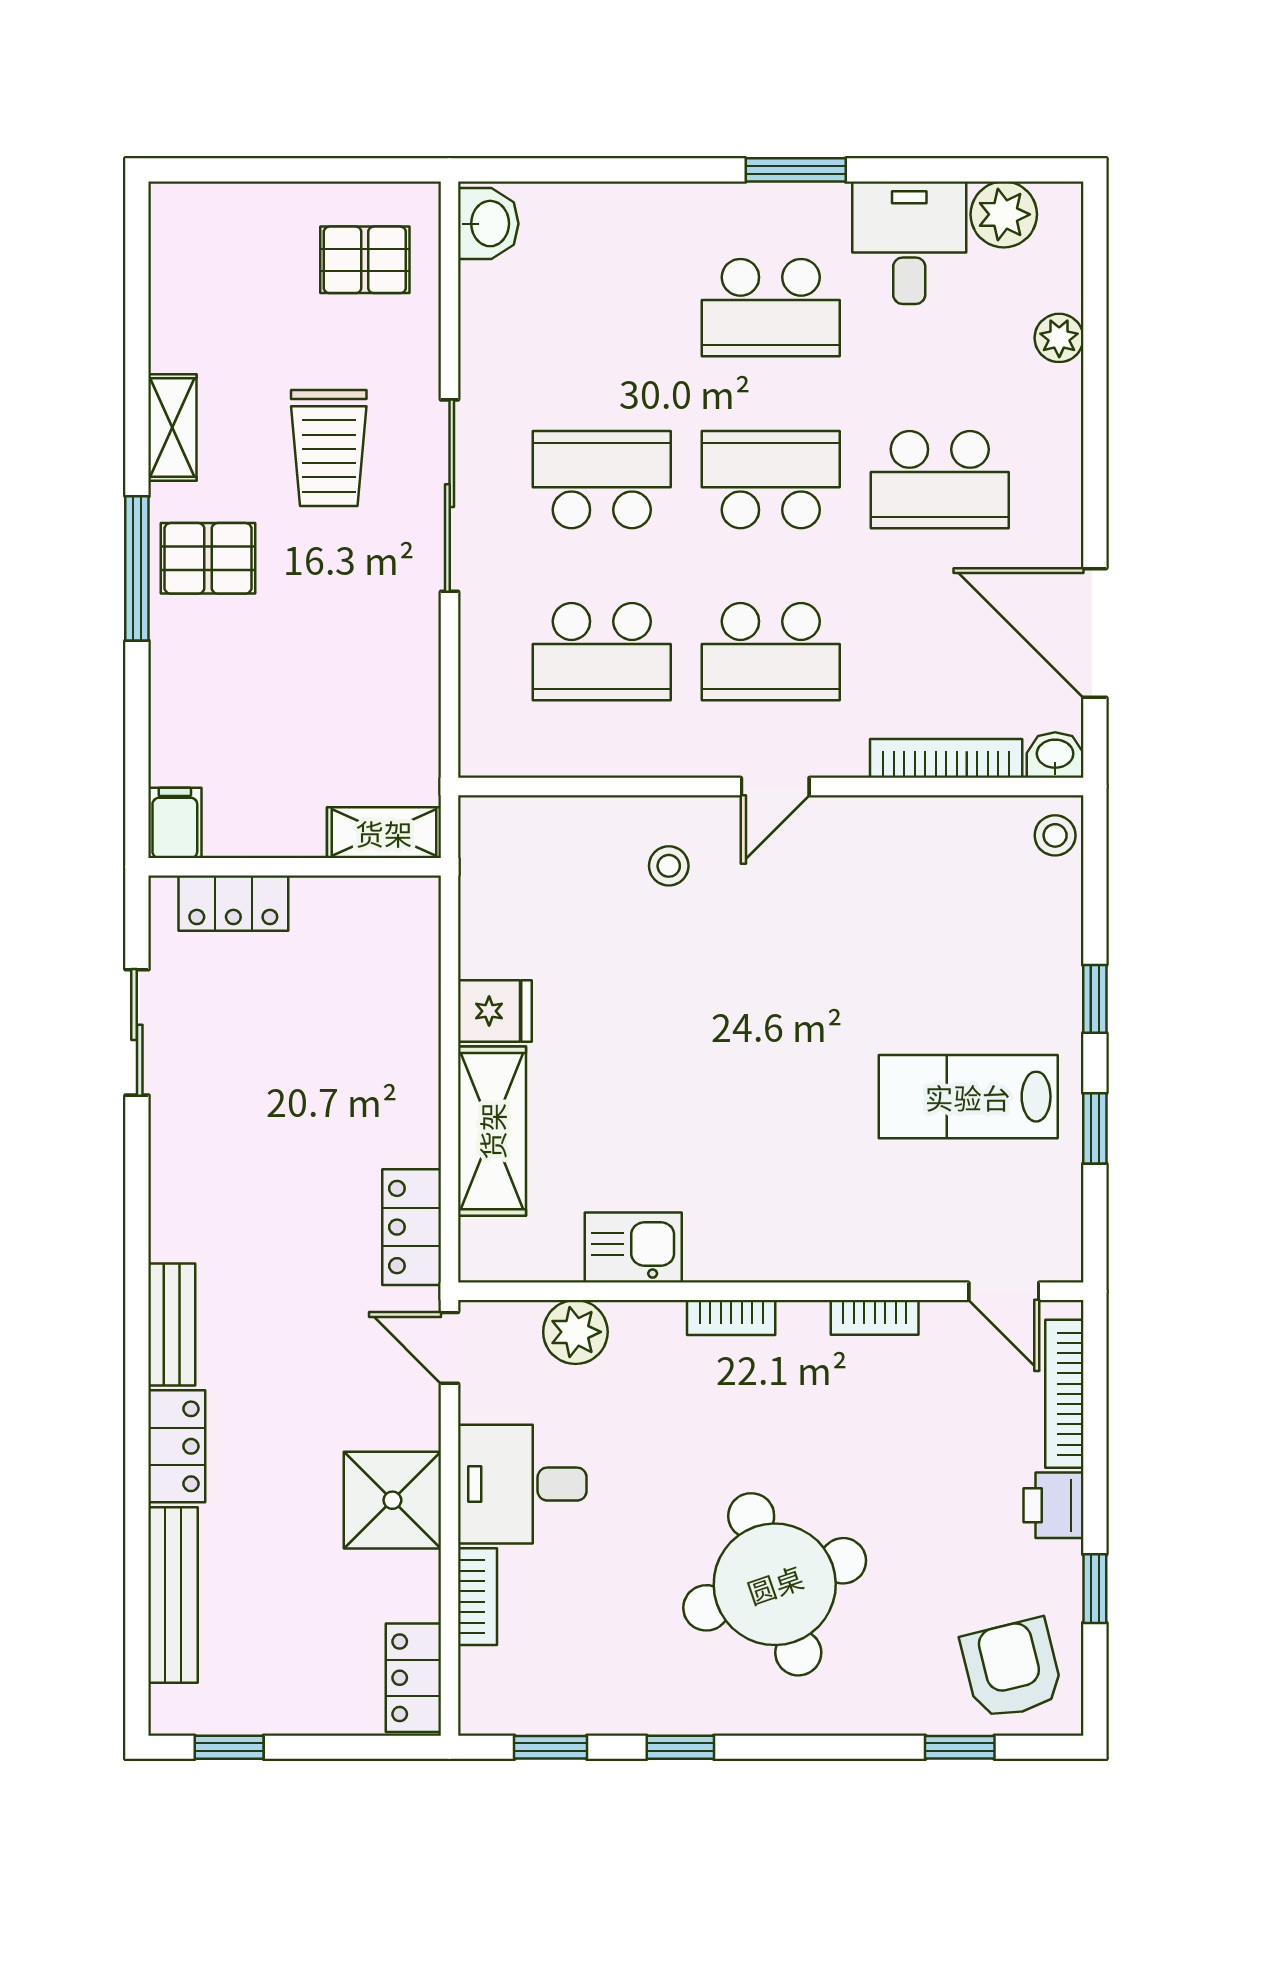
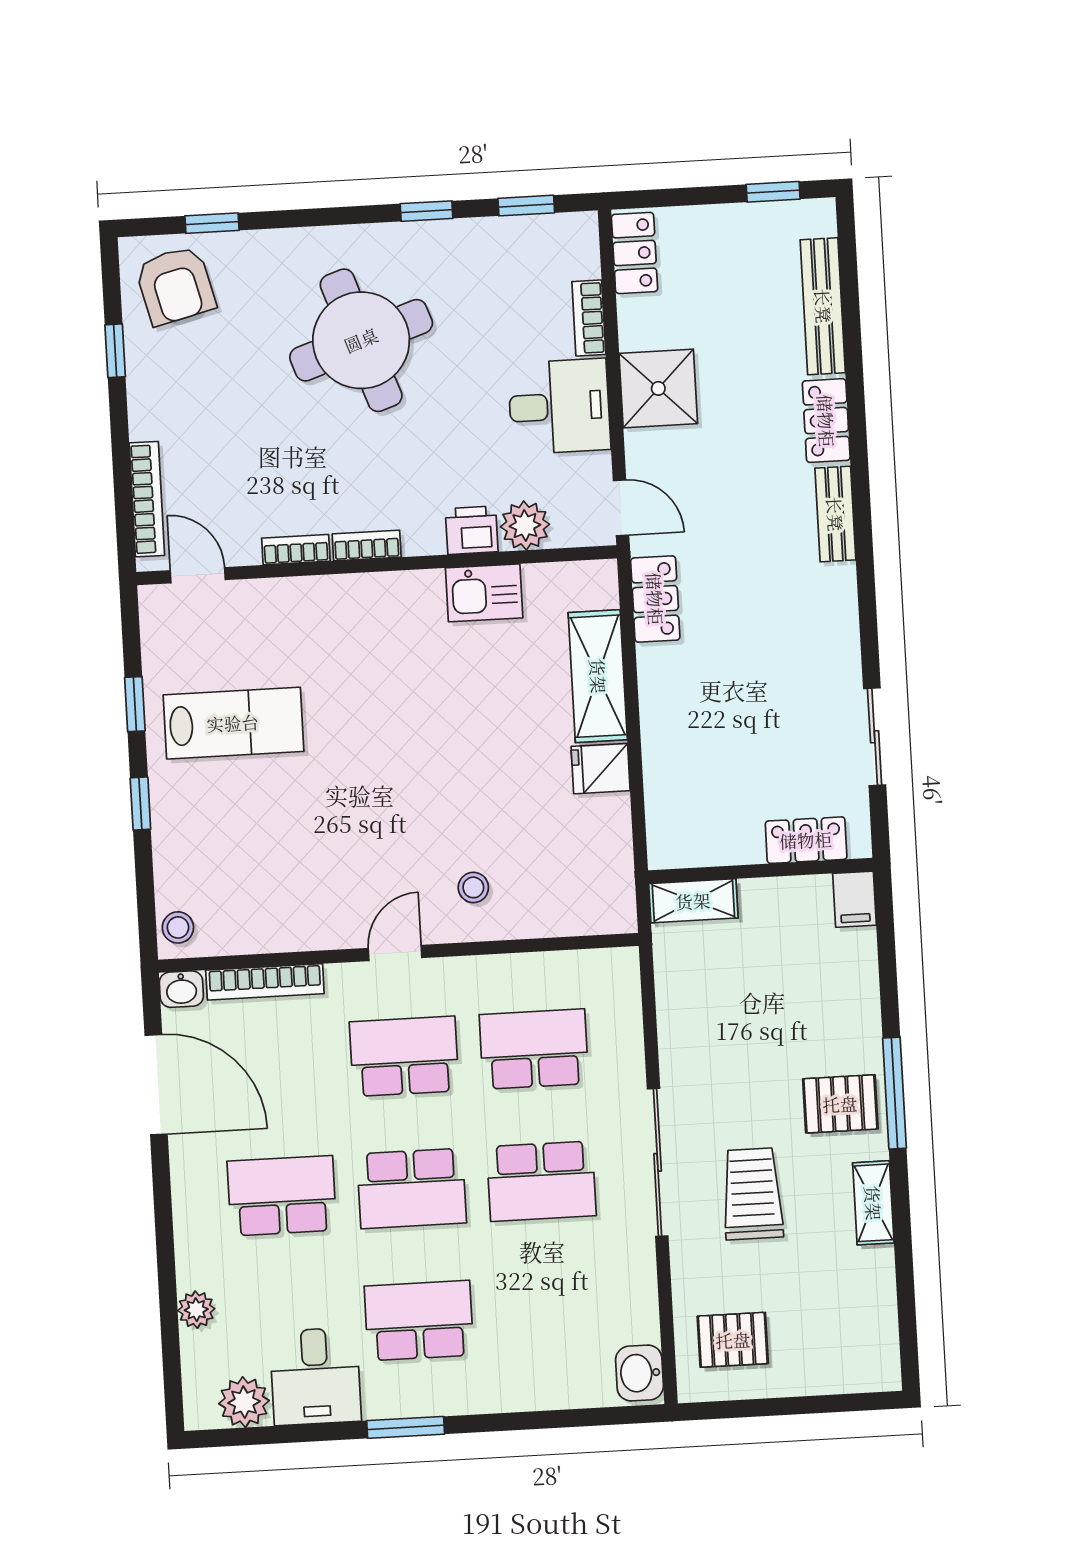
bookcase: (731, 1317) -> (367, 546), moved
printer: (1053, 1505) -> (472, 530), moved, turned -90

